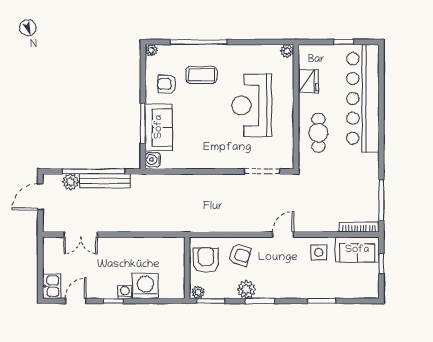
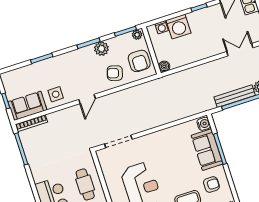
boiler: (178, 244) -> (164, 66), added
washing machine: (125, 292) -> (162, 27), moved

